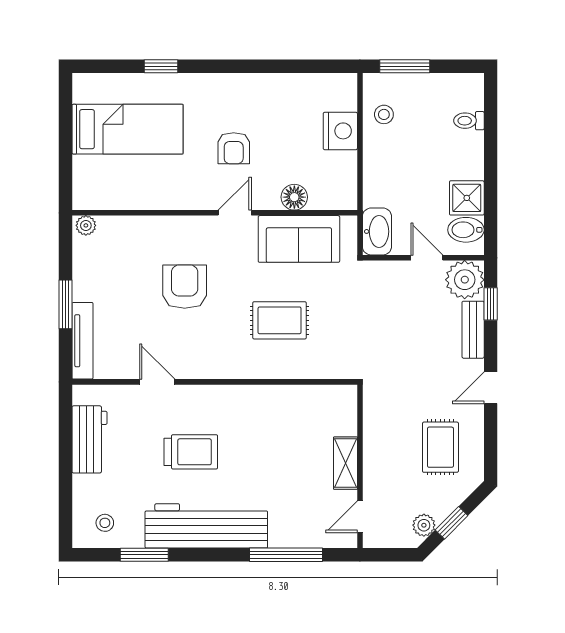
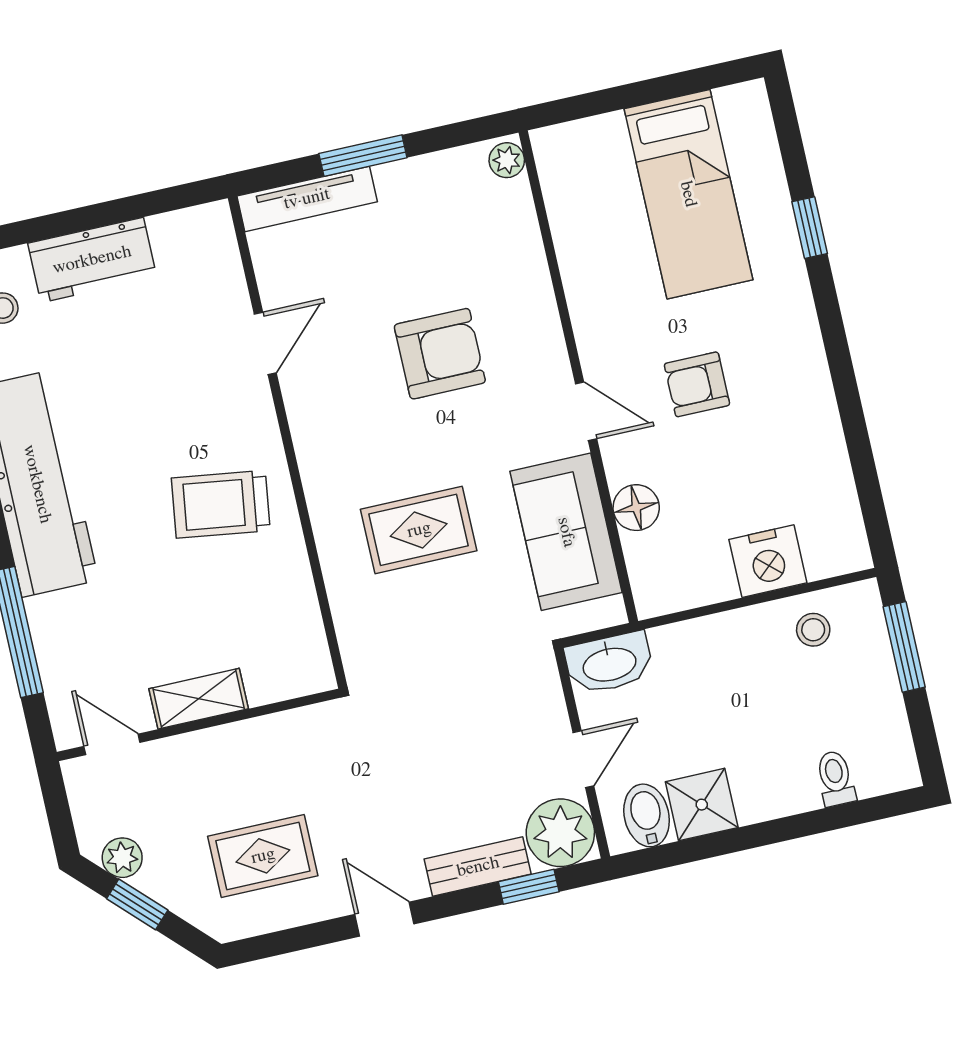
rug: (280, 320) -> (419, 530), turned 90
workbench: (89, 439) -> (92, 260), moved
trolley: (191, 452) -> (221, 504), moved, turned 98

